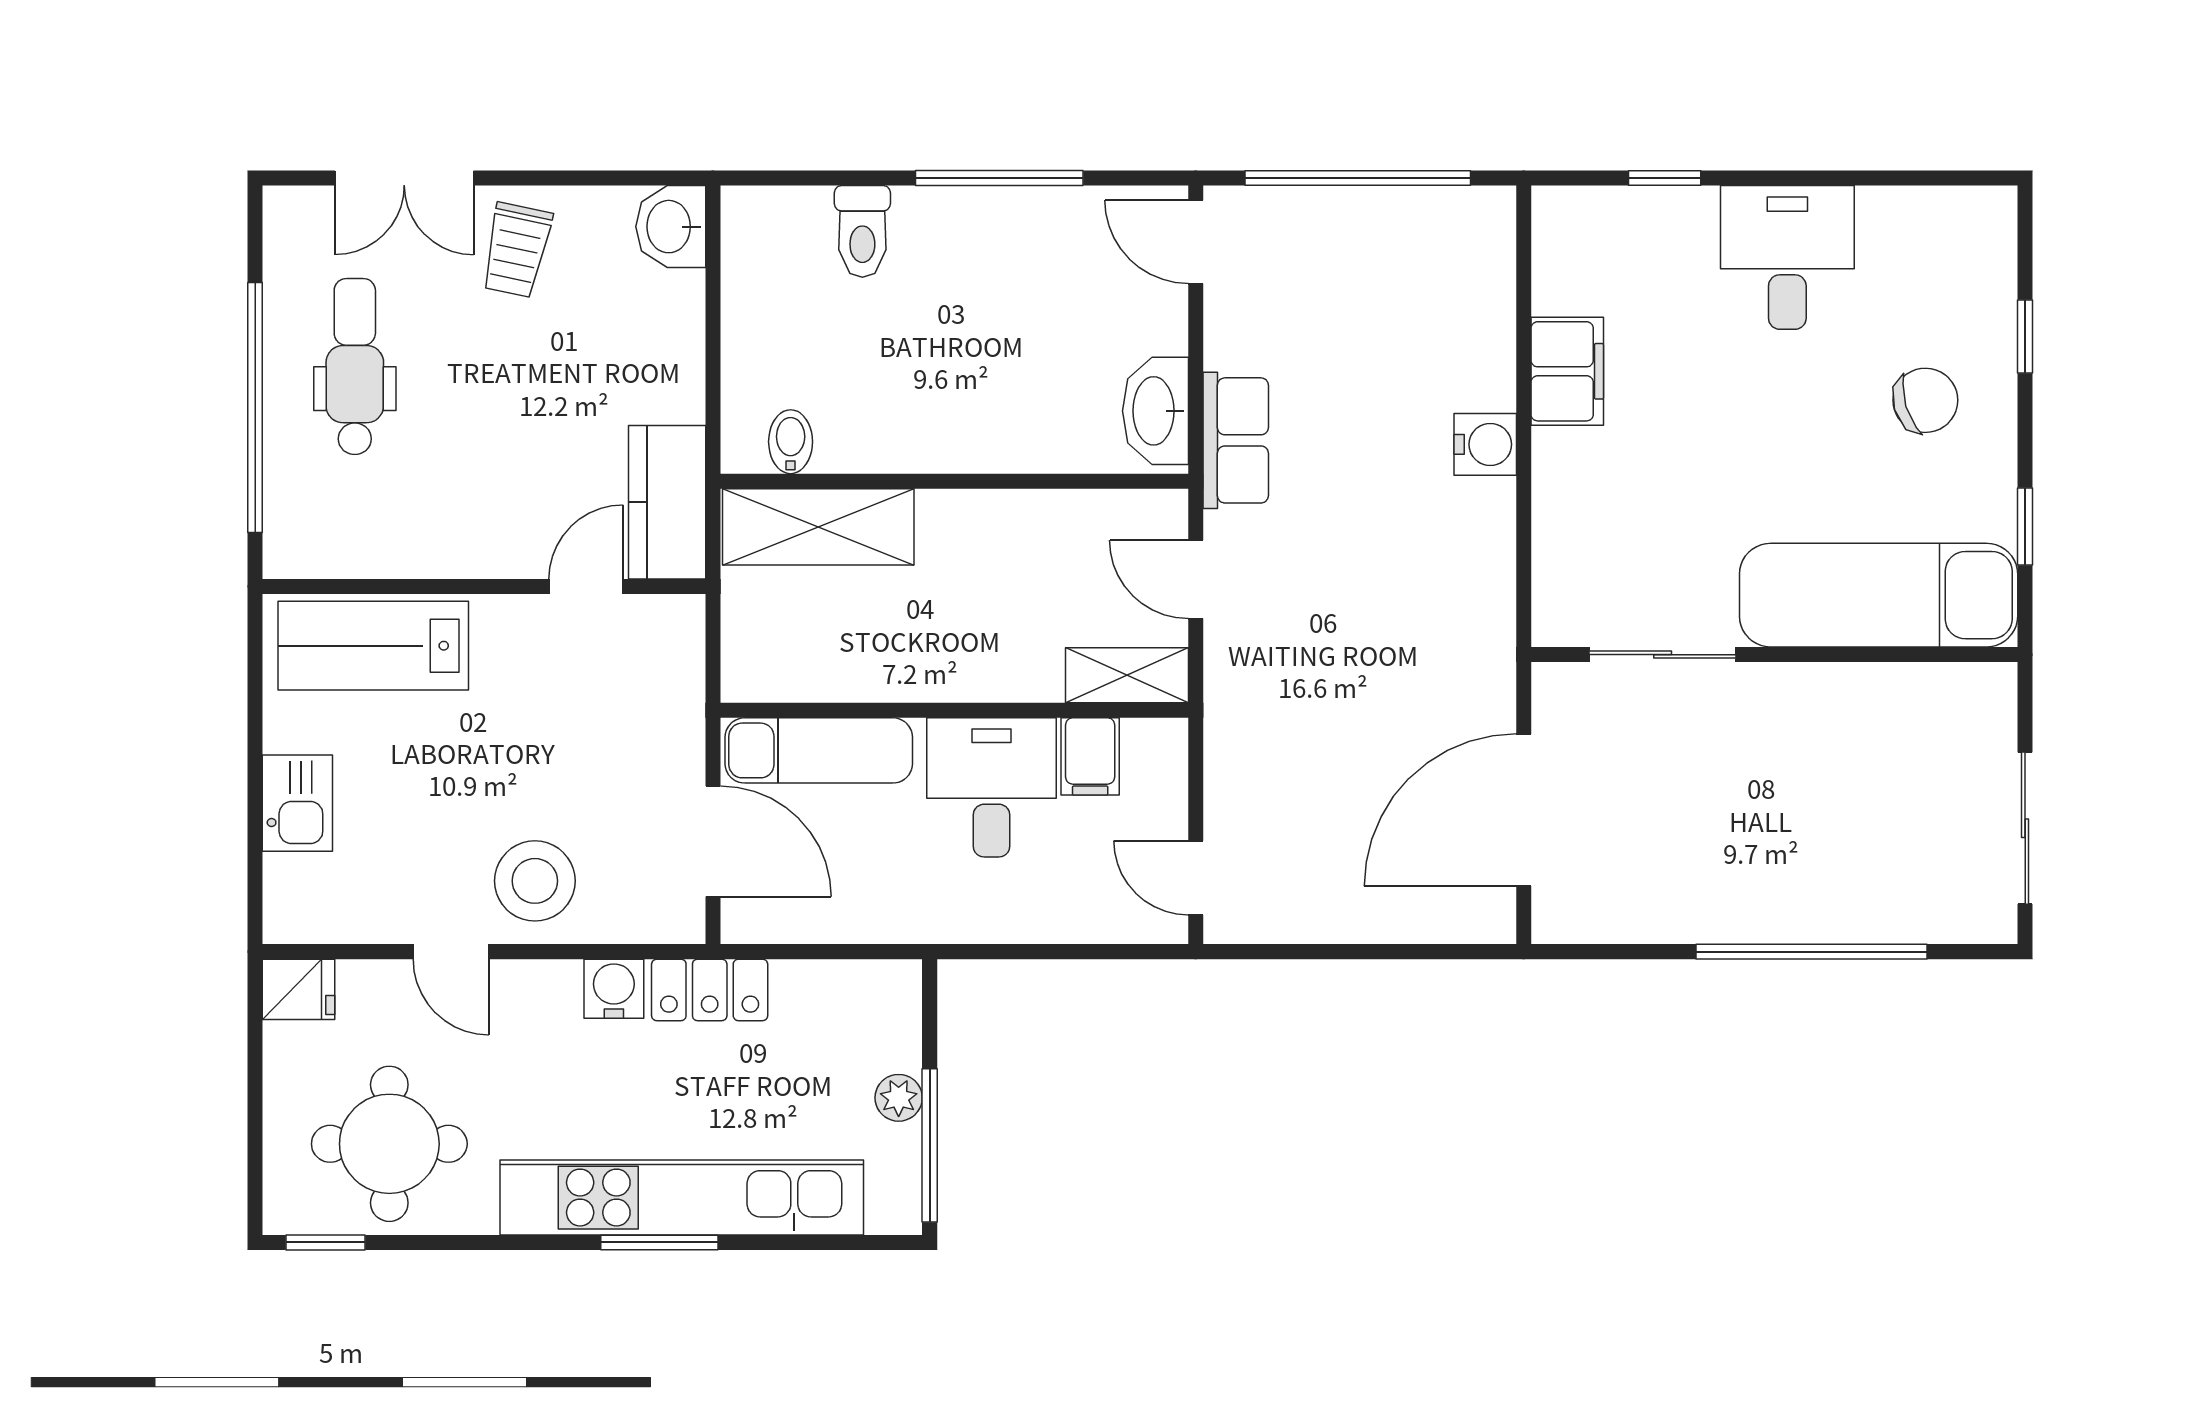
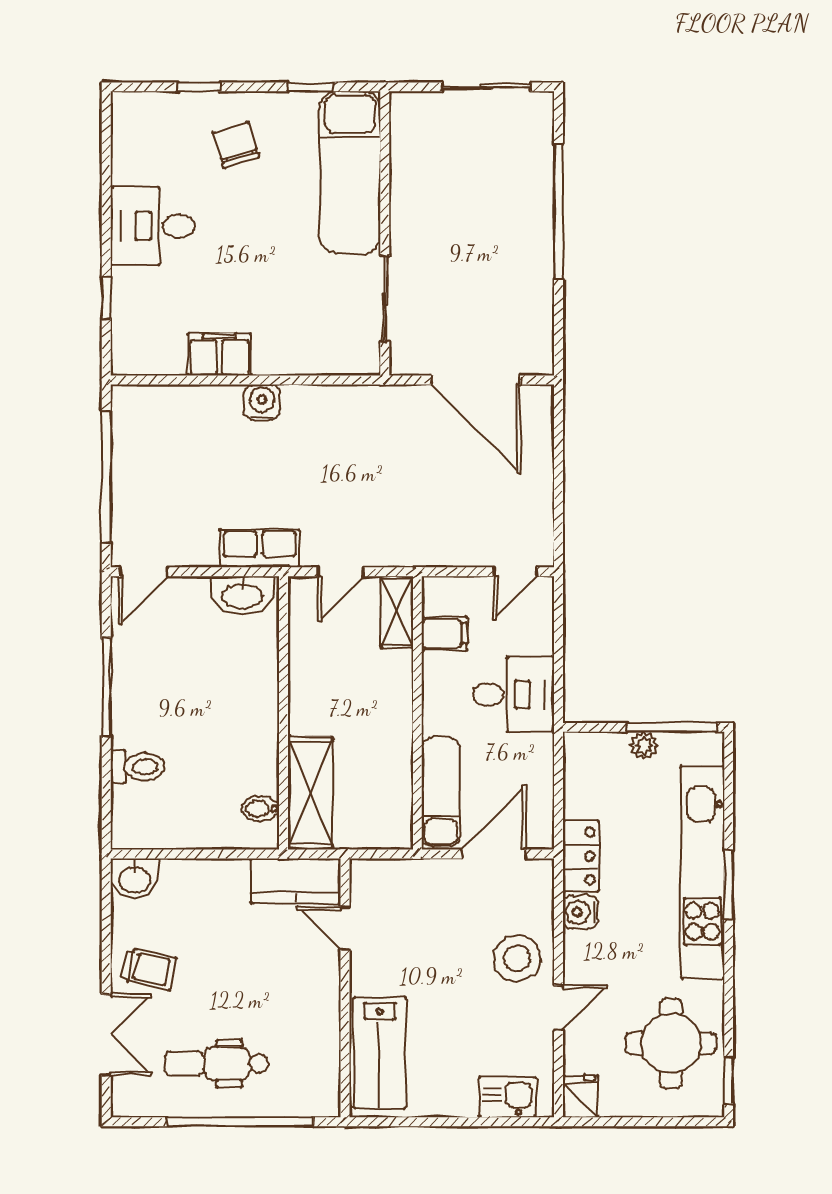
desk: (992, 787) -> (513, 695), moved, turned 180
kitchen sink: (297, 803) -> (507, 1097), moved

